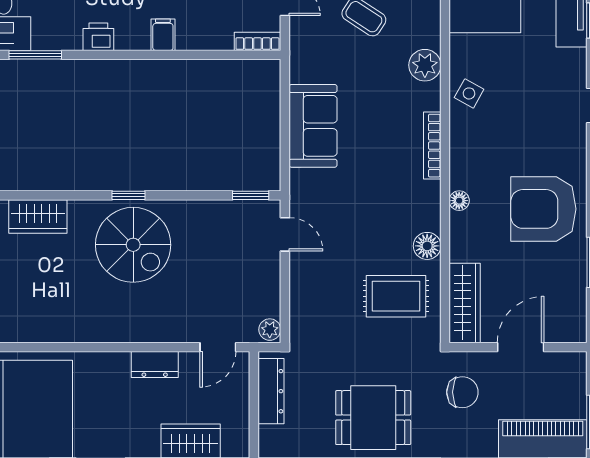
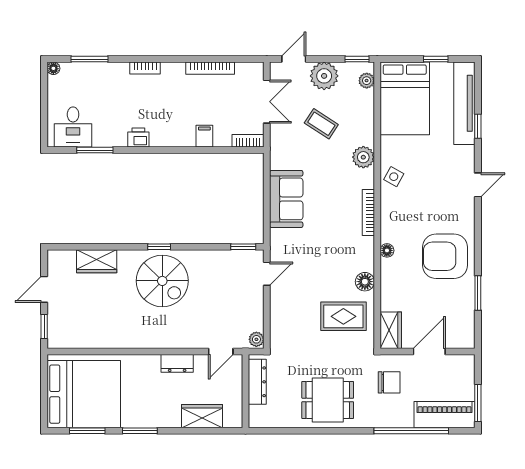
filing cabinet: (163, 35) -> (204, 136), moved
door: (285, 234) -> (267, 274), hinge flipped
wardrobe: (465, 303) -> (391, 330), width x0.67

